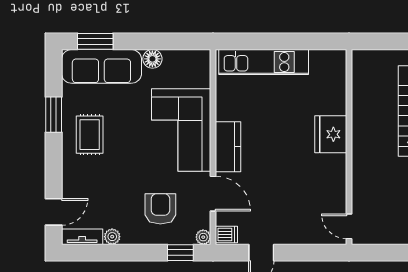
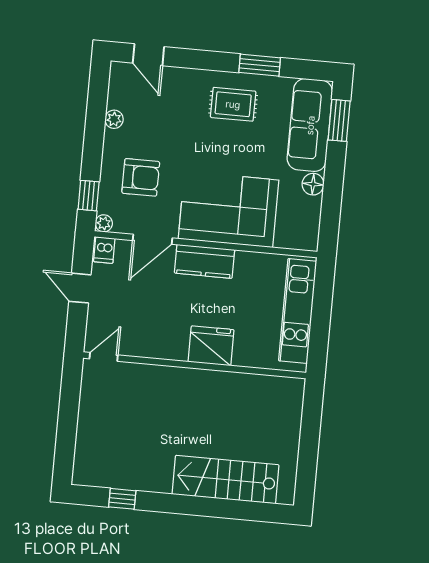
fridge: (331, 134) -> (211, 346), moved
wall: (349, 147) -> (195, 365), moved
door: (349, 226) -> (104, 357), moved
tv unit: (82, 237) -> (117, 85), removed

